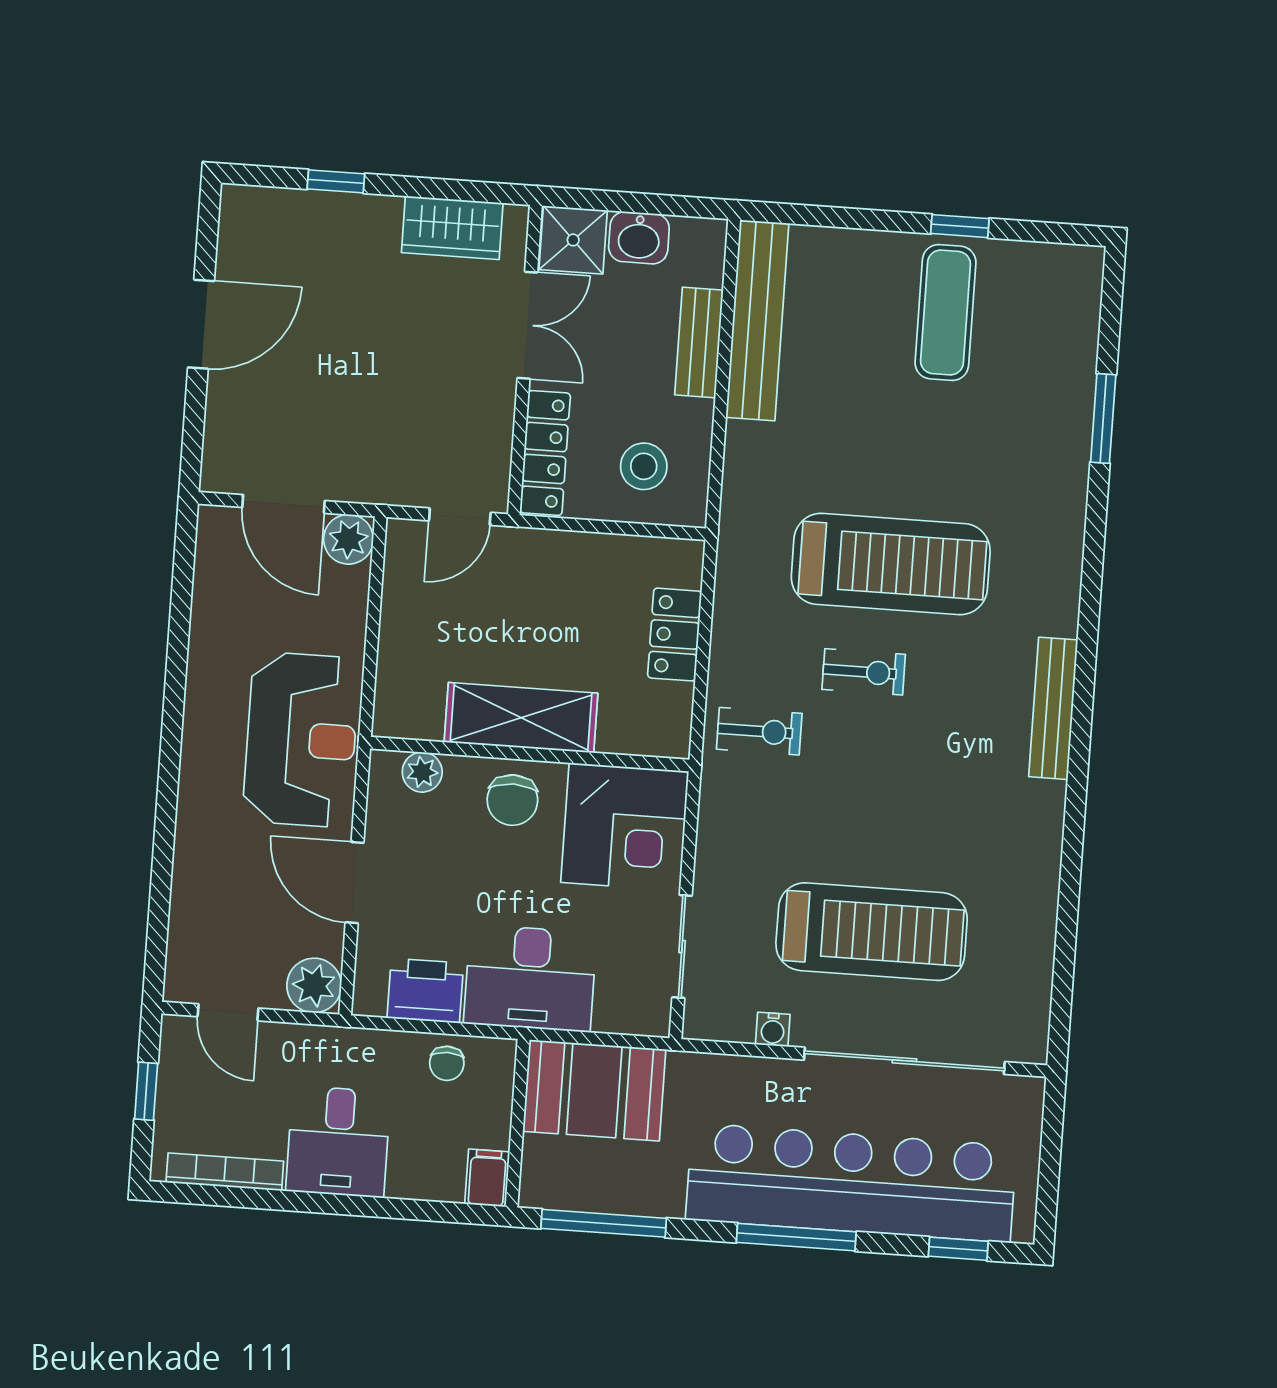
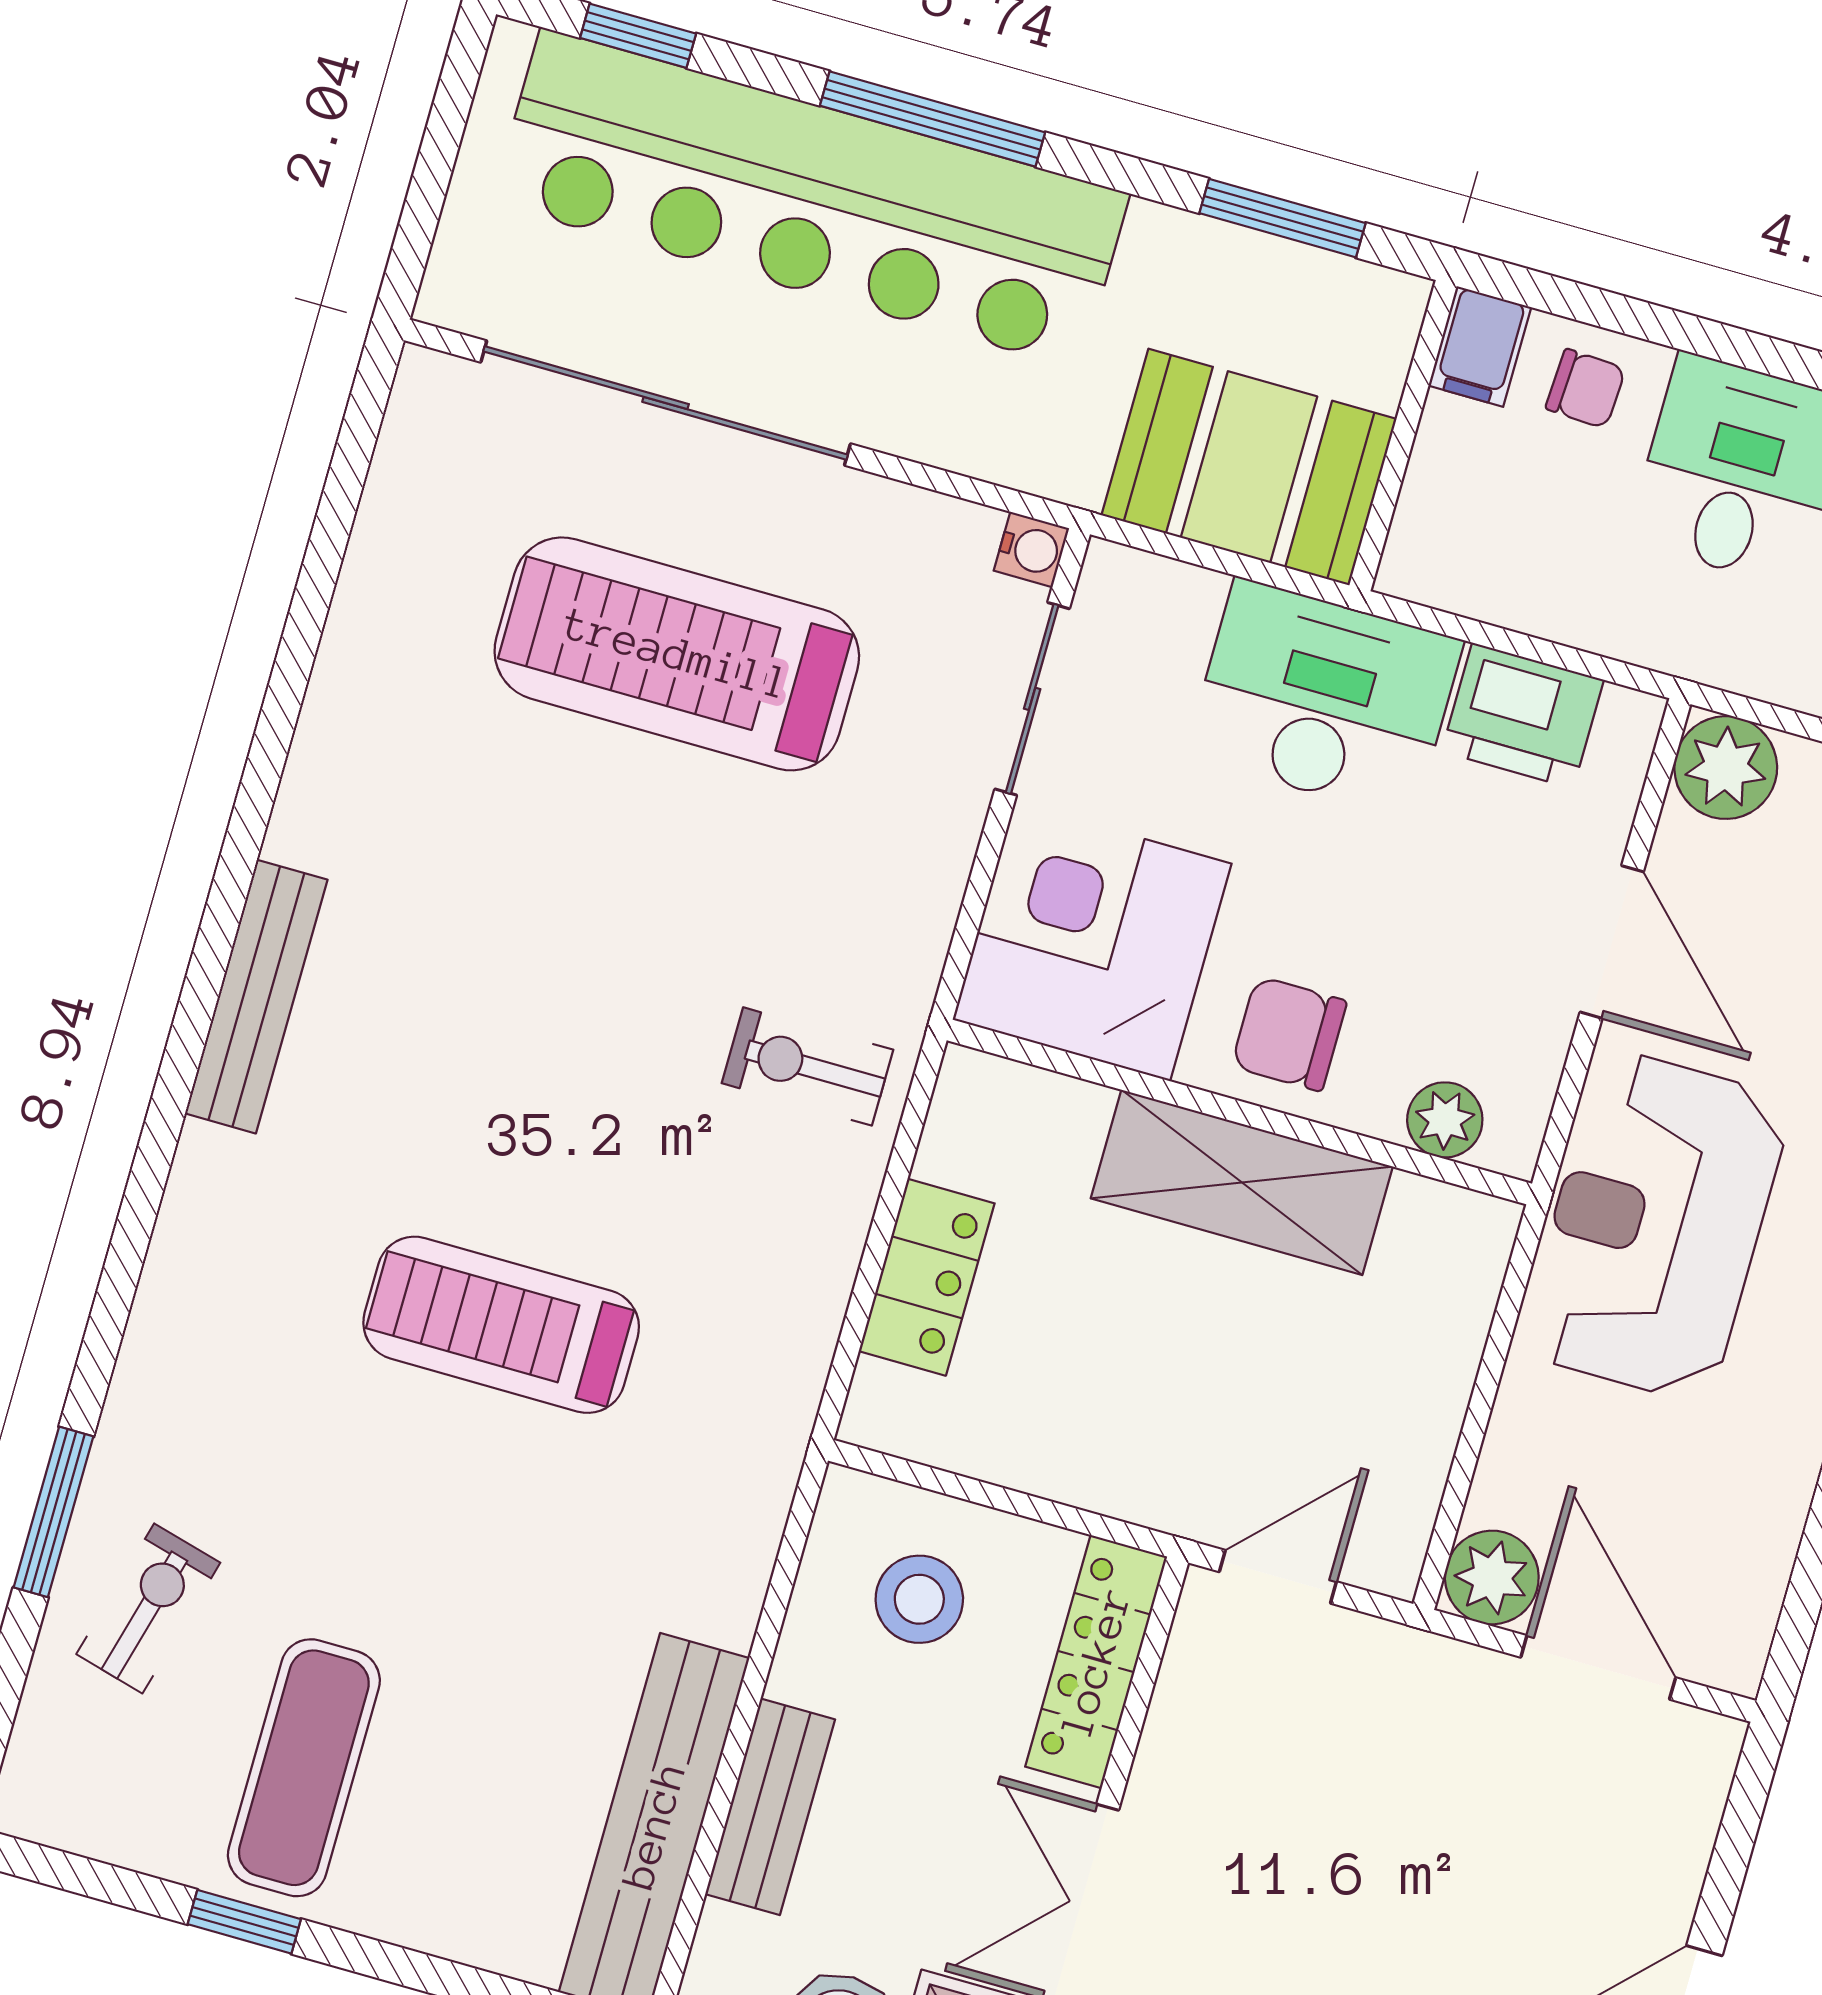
treadmill: (891, 564) -> (501, 1325), width x0.73, depth x0.73
exercise bike: (864, 672) -> (148, 1608), moved, turned 105
chair: (512, 800) -> (1289, 1034), turned -90
water cooler: (773, 1029) -> (1031, 549), moved, turned 90
chair: (447, 1063) -> (1586, 389), moved, turned 93
window: (604, 1223) -> (1283, 218), width x0.69

